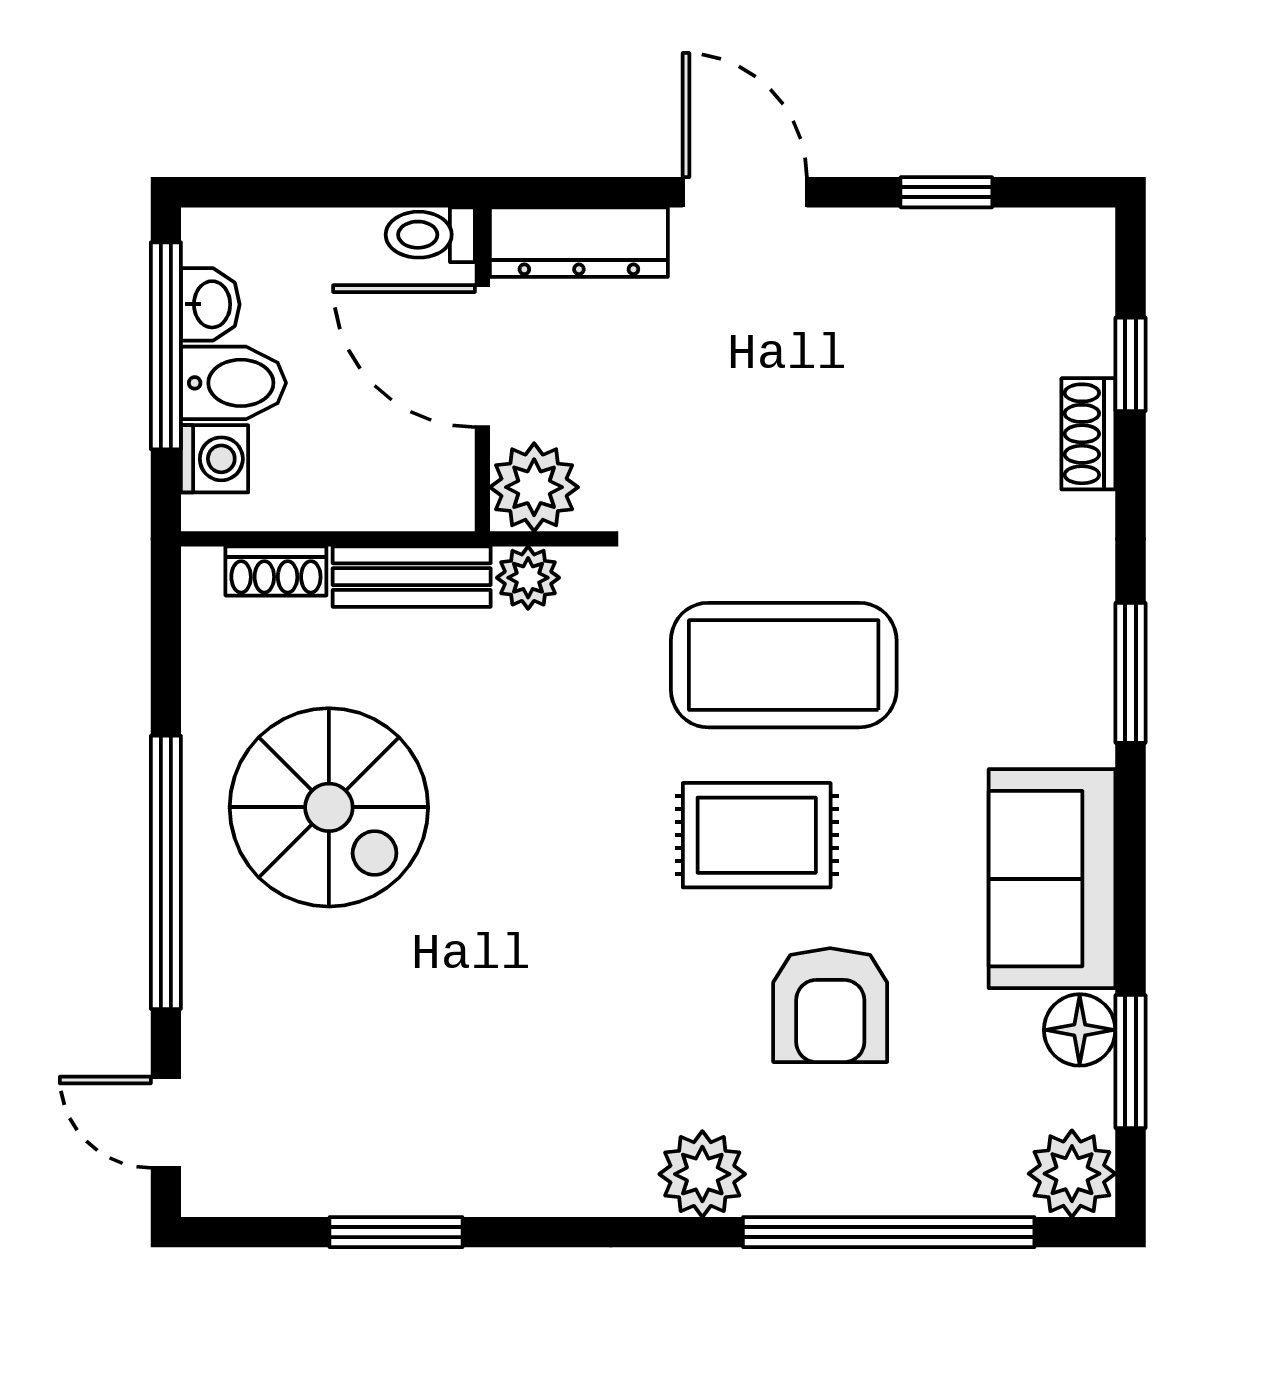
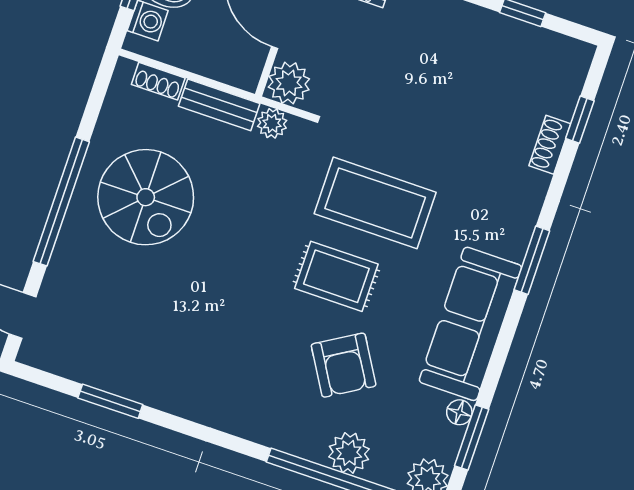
sofa: (1052, 879) -> (470, 324), width x1.36
armchair: (830, 1005) -> (344, 365), turned -31
floor lamp: (1080, 1030) -> (459, 412), width x0.73, depth x0.73
plant: (702, 1174) -> (349, 453), moved

